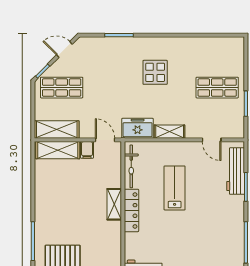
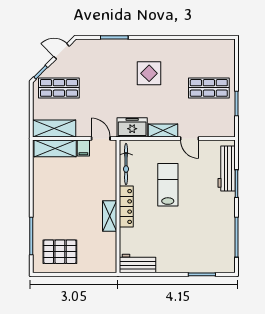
door: (212, 140) -> (190, 139), moved
shelving: (114, 204) -> (110, 216), moved

